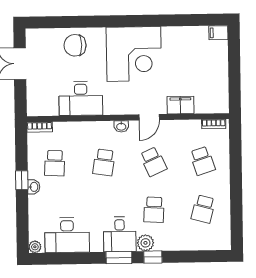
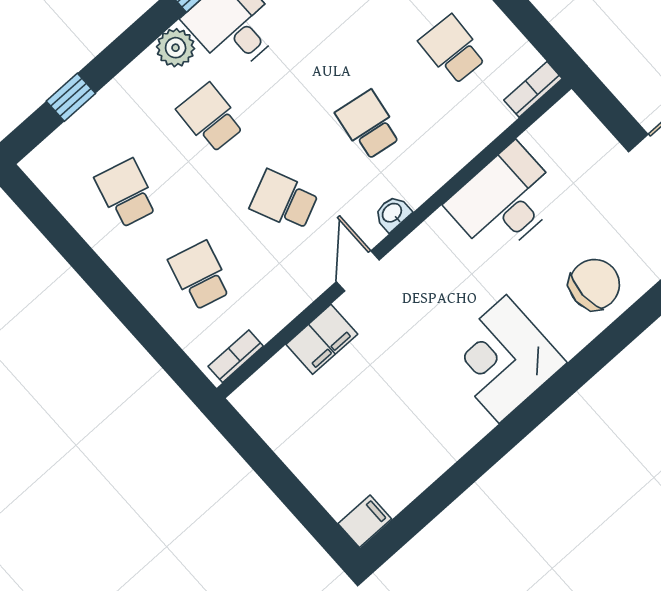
corner desk: (134, 54) -> (503, 359), width x0.74, depth x0.74
school desk: (202, 161) -> (200, 276), turned 33
window: (153, 257) -> (71, 97), moved

